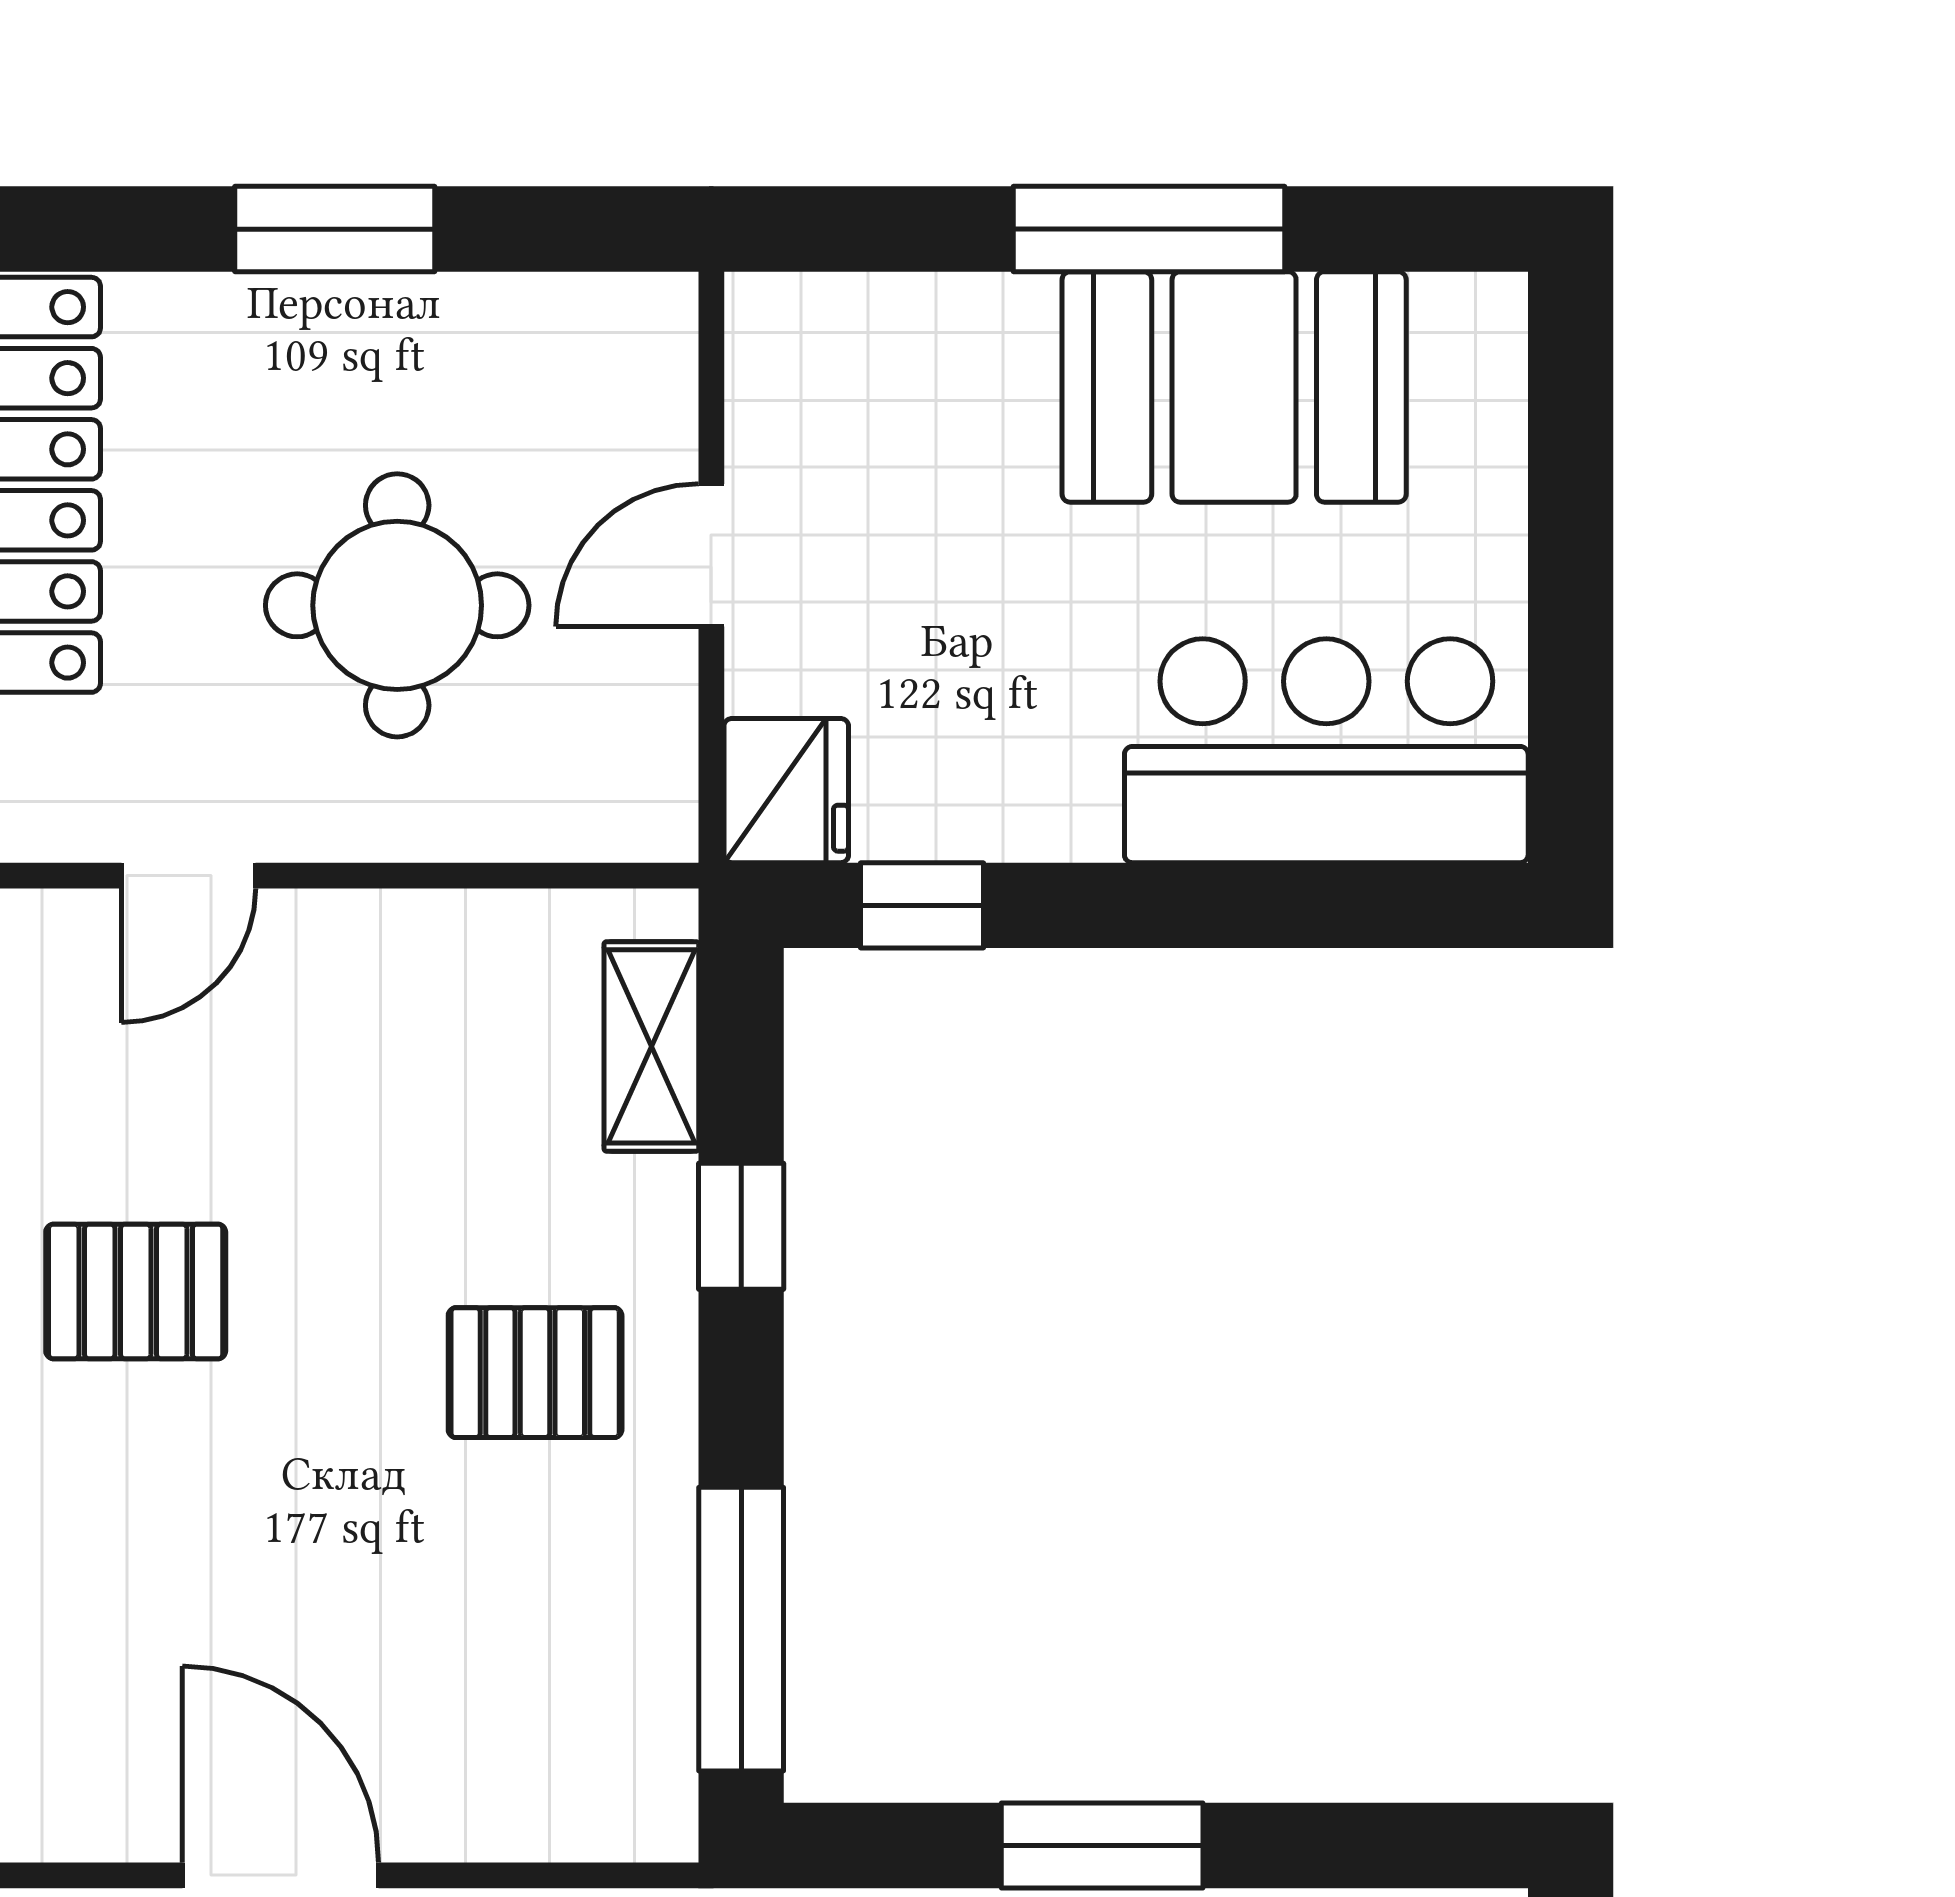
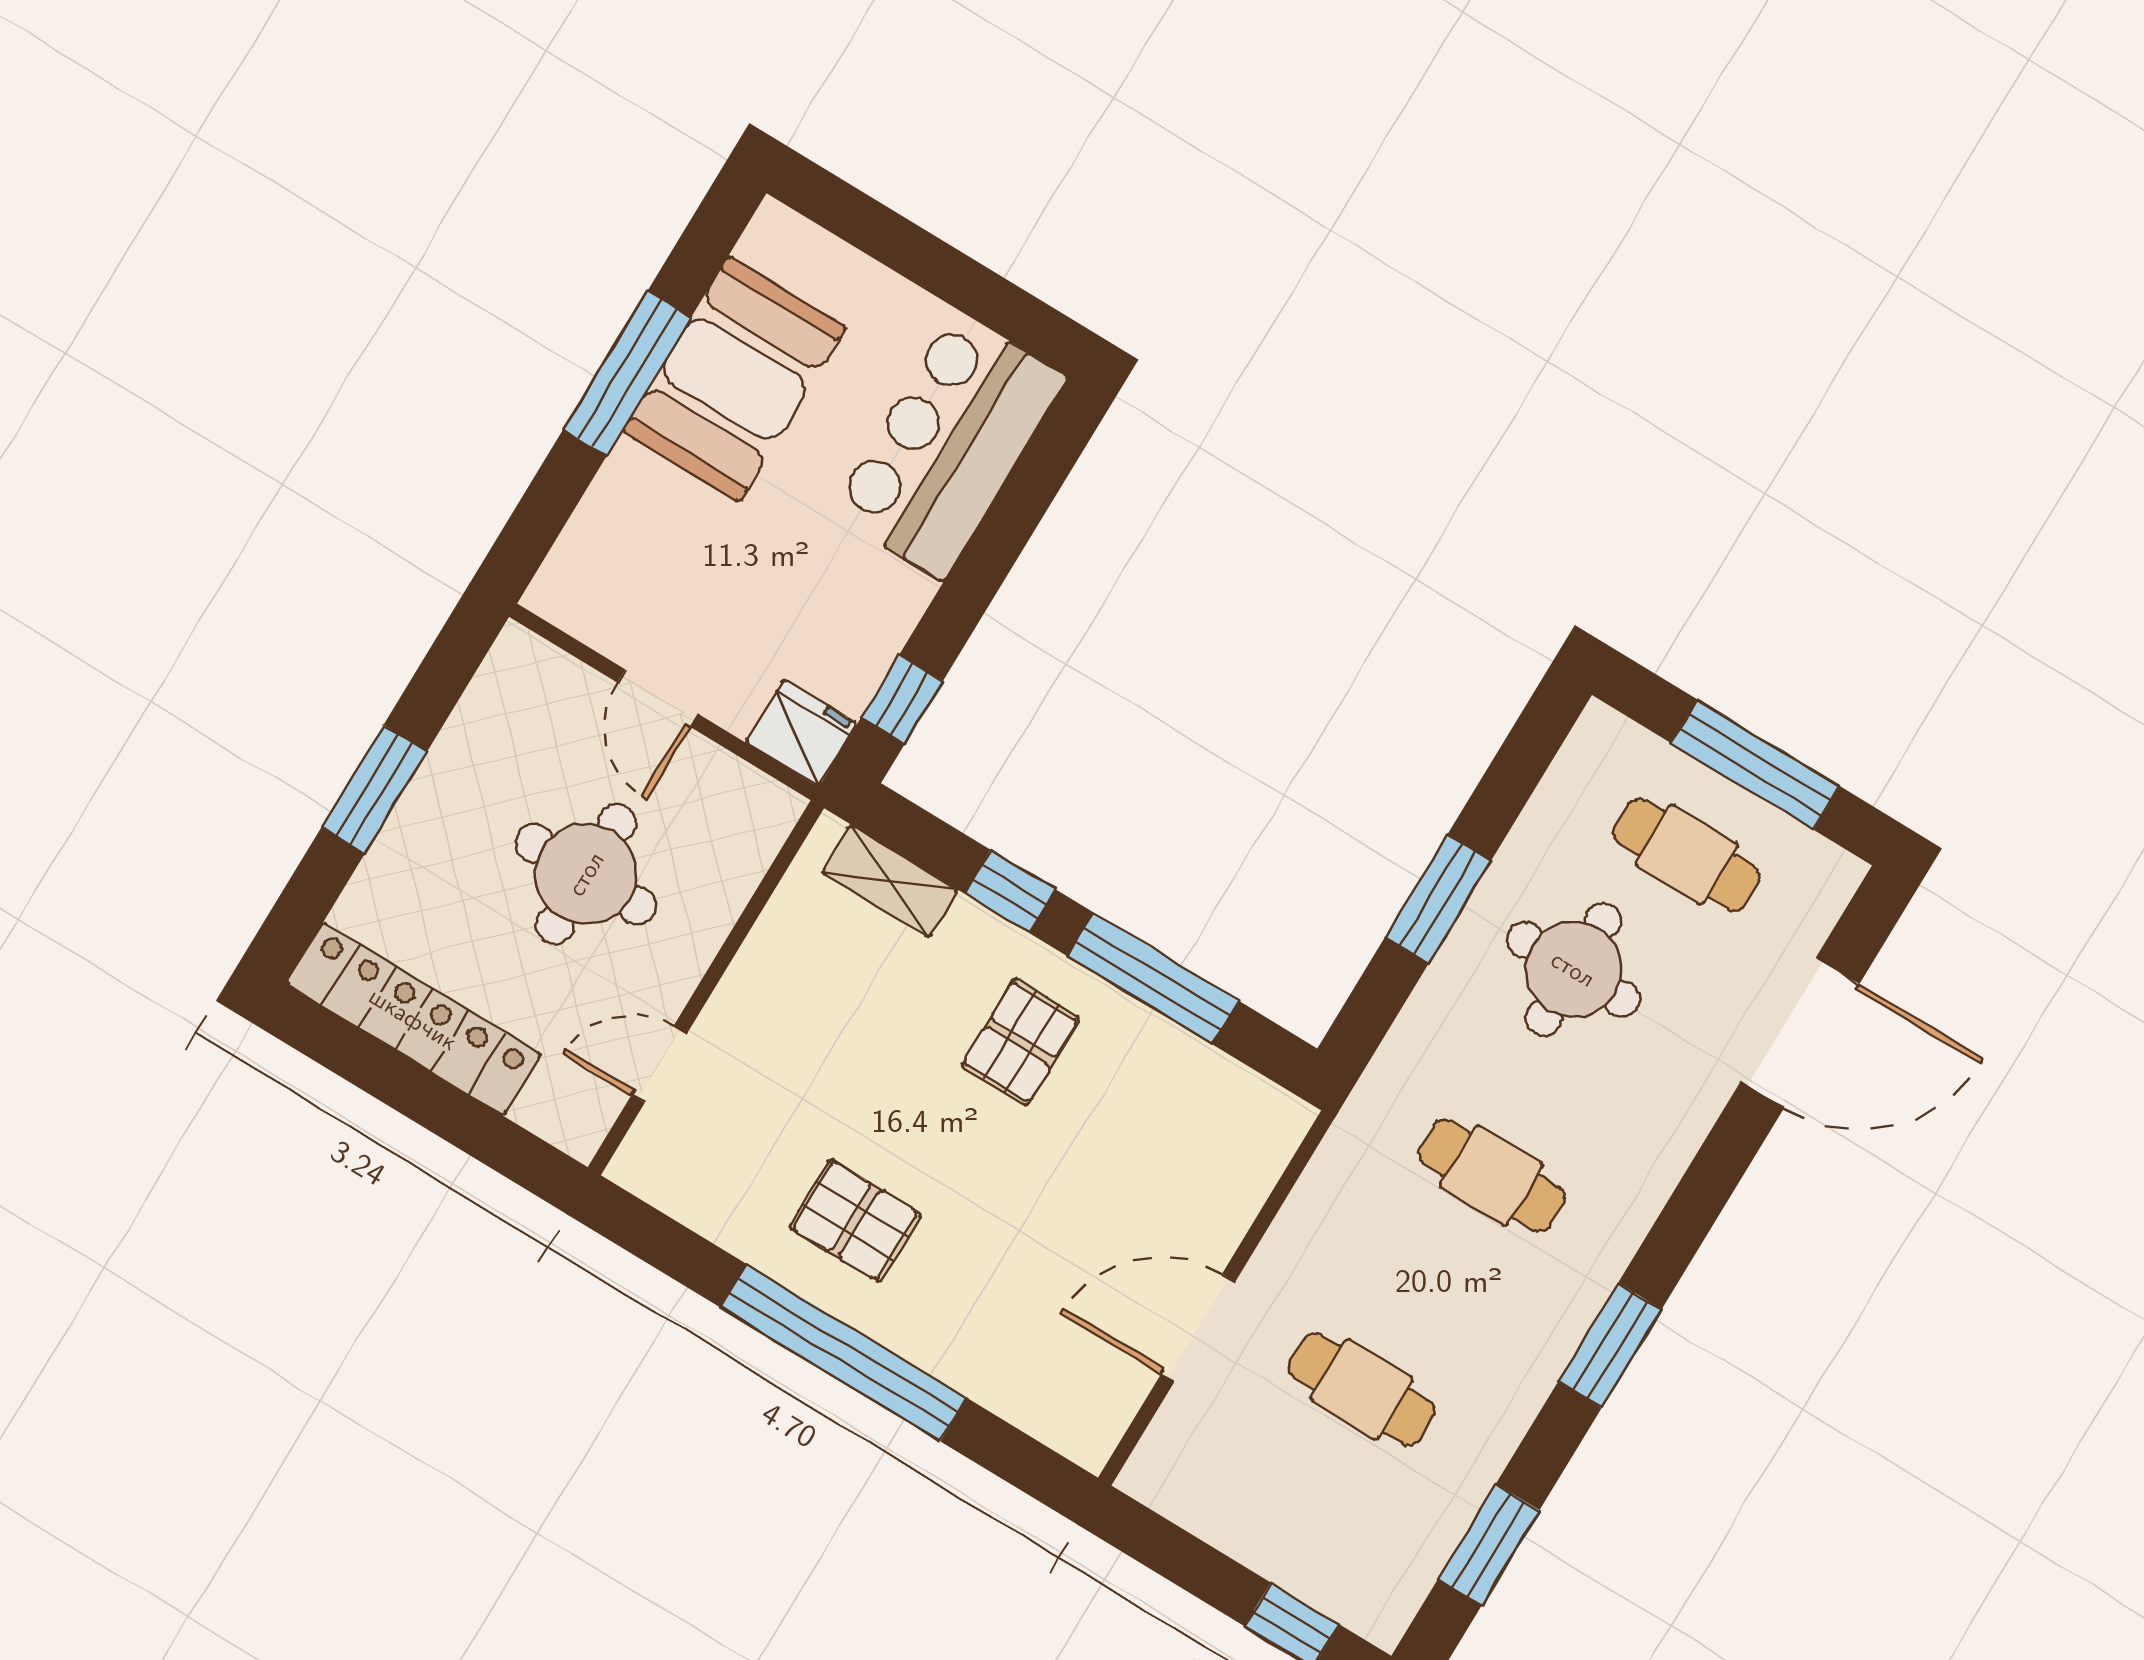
door: (188, 876) -> (659, 1065), swing flipped
pallet: (136, 1291) -> (855, 1221), turned 90
window: (741, 1629) -> (1152, 978), moved

